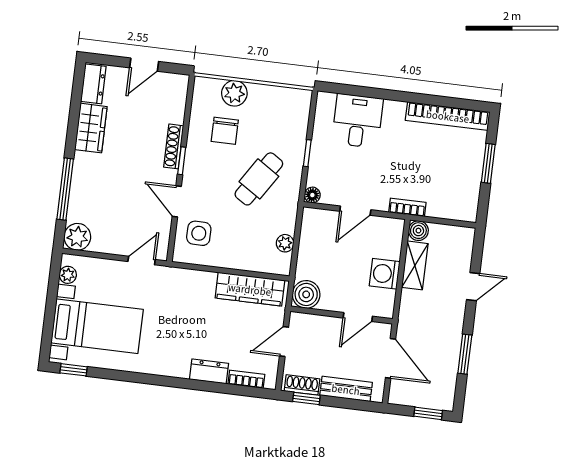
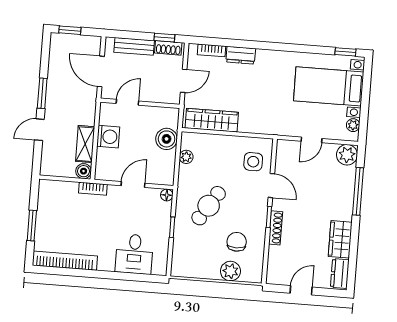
door: (142, 261) -> (311, 140), moved
boiler: (306, 294) -> (167, 139), moved
window: (465, 354) -> (42, 93), moved

